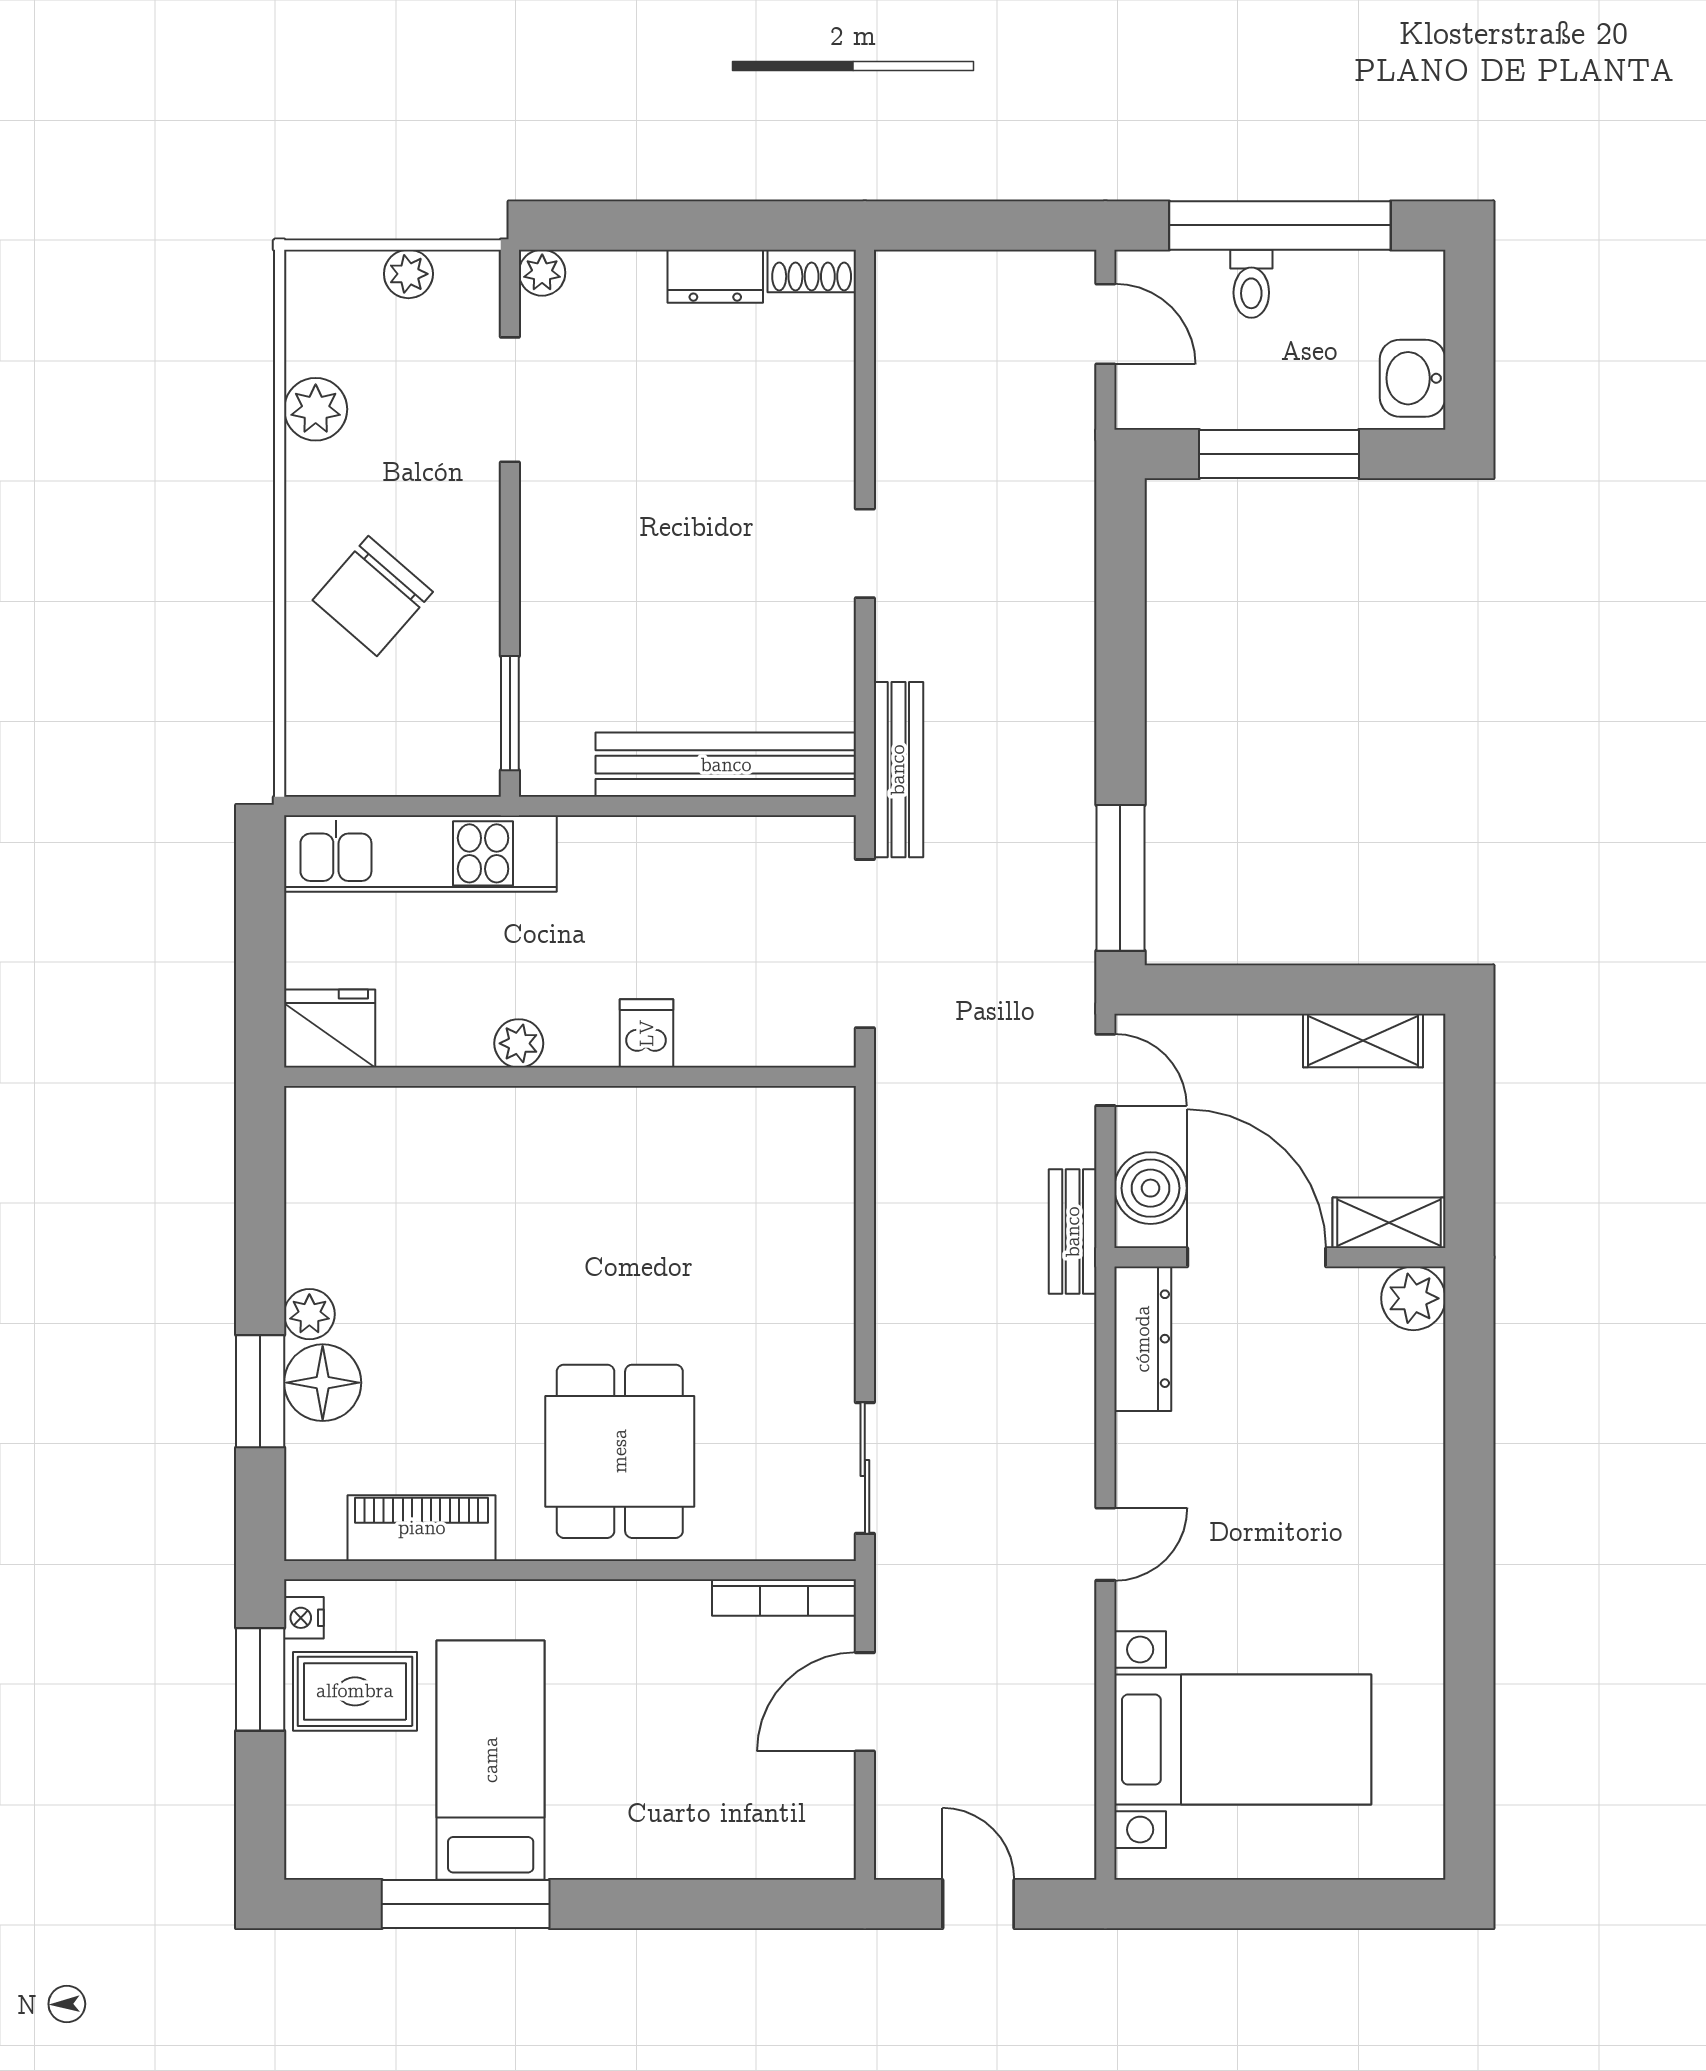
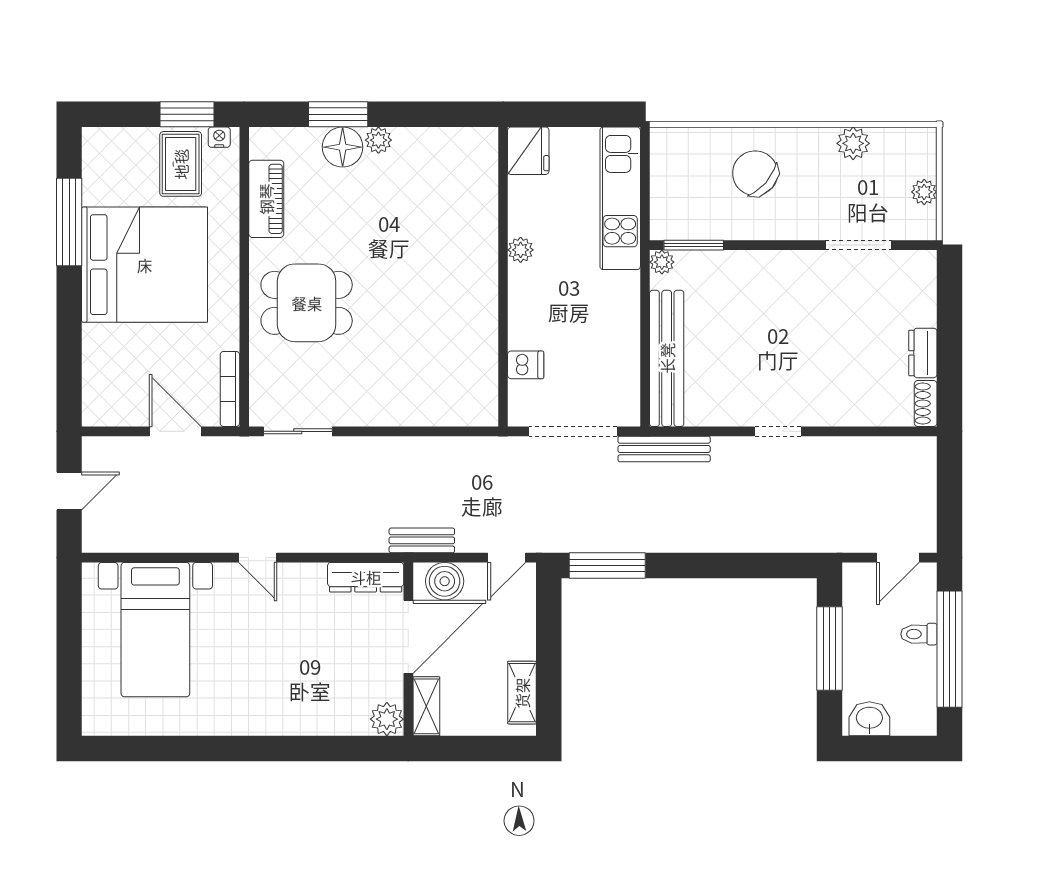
plant: (542, 273) -> (662, 262), moved
dishwasher: (647, 1033) -> (526, 365), moved
bed: (491, 1760) -> (145, 265), width x2.04

